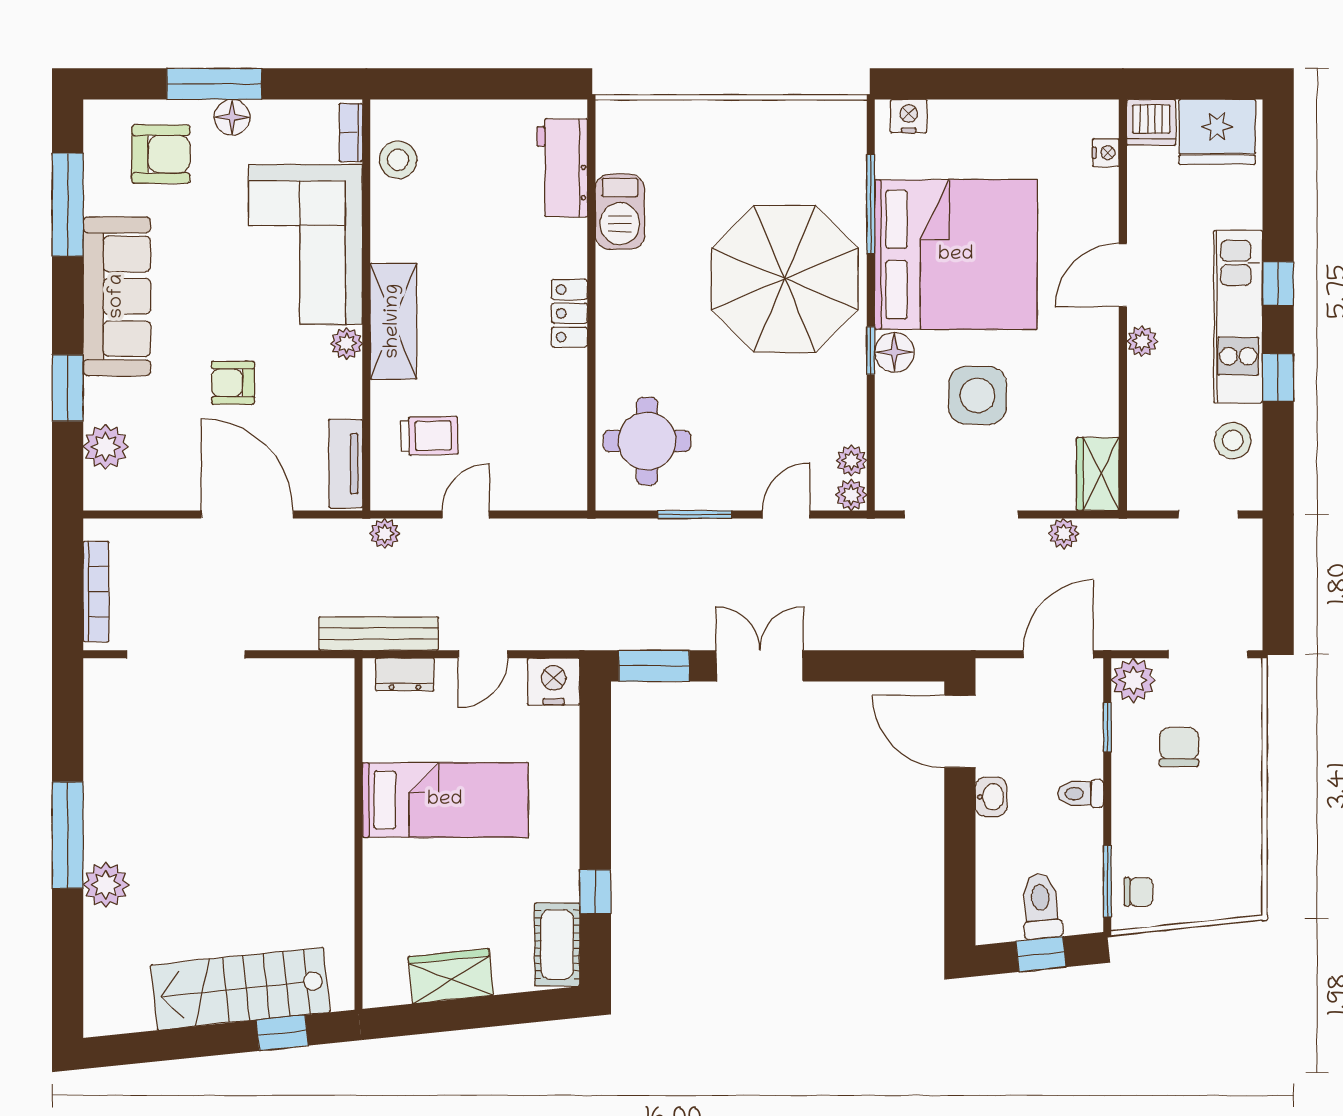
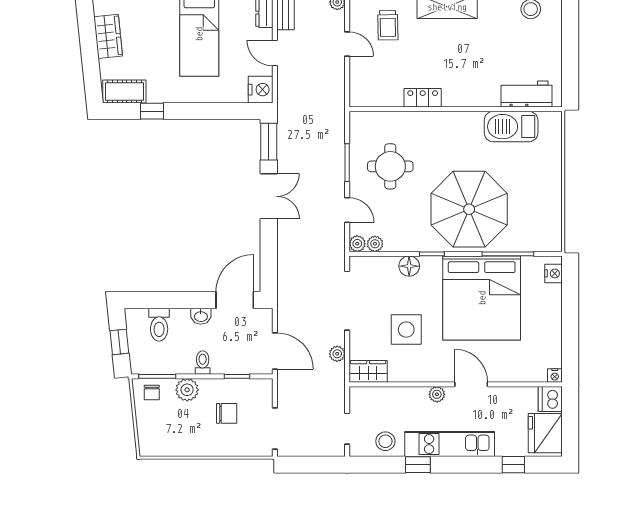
nightstand: (1106, 153) -> (555, 375), moved
barbecue: (620, 212) -> (511, 127), width x1.37, depth x1.21
window: (1278, 284) -> (513, 465), moved
locker: (569, 313) -> (423, 98), moved
floor lamp: (894, 352) -> (409, 266), moved
side table: (978, 395) -> (406, 330), moved
round table: (647, 441) -> (390, 166), moved
plant: (1133, 680) -> (187, 390), moved
toilet: (1041, 906) -> (159, 325), moved, turned 96

